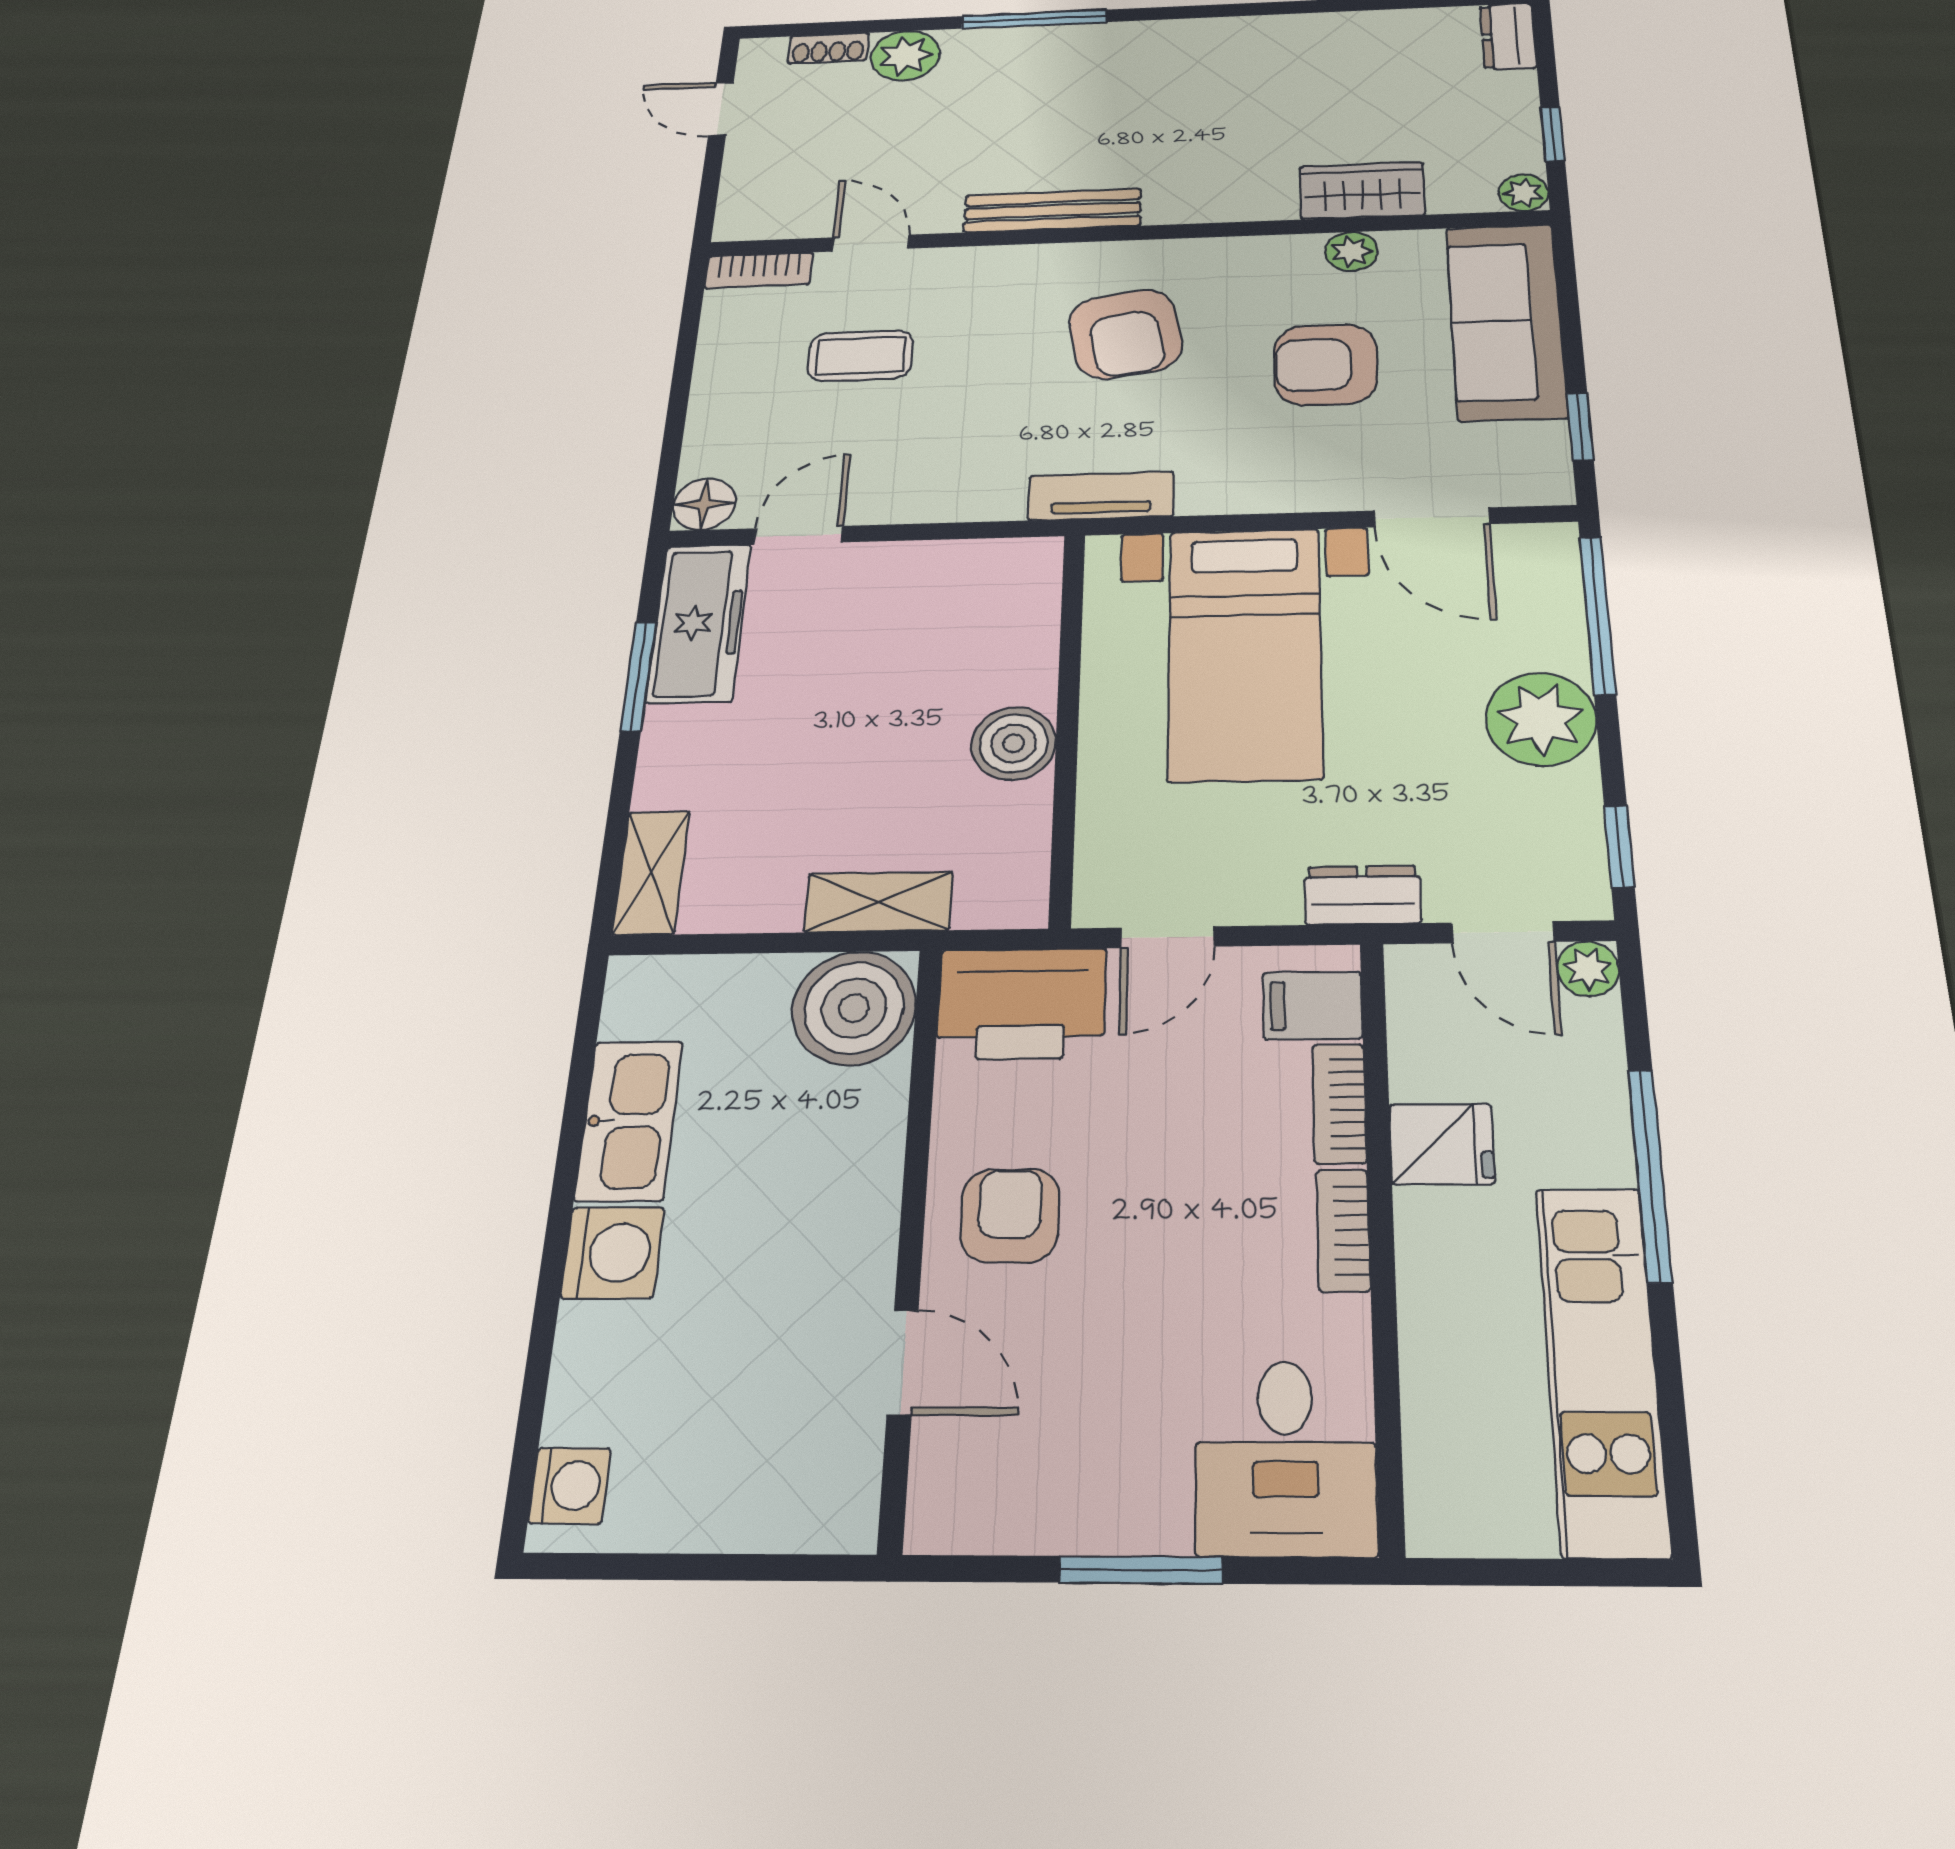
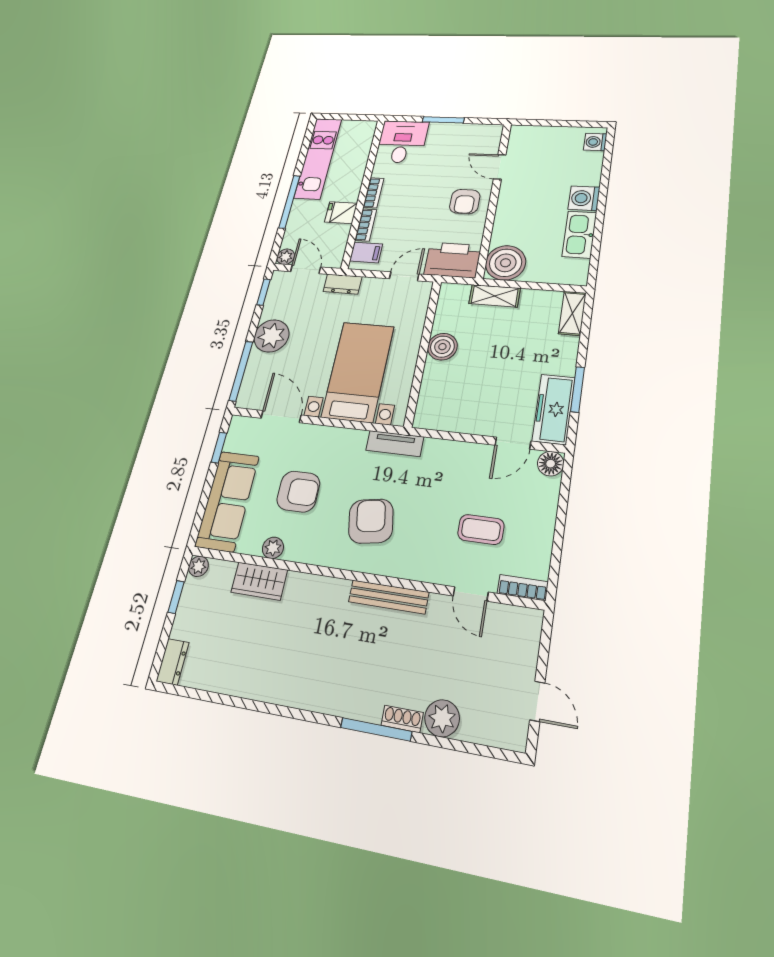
shoe rack: (828, 48) -> (402, 719), moved

